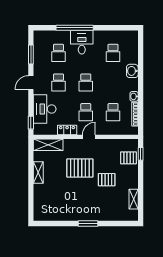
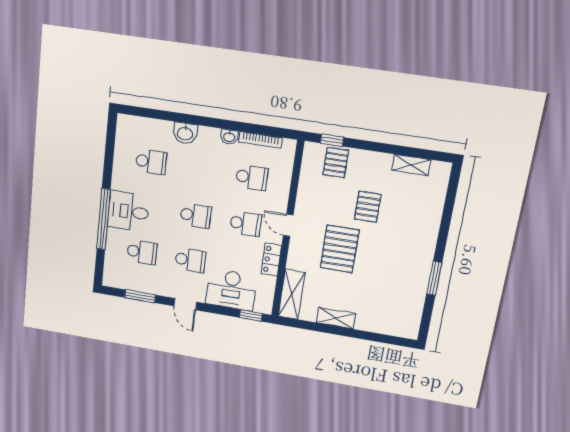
window: (88, 223) -> (434, 278), moved

